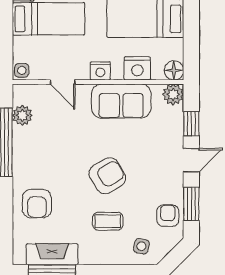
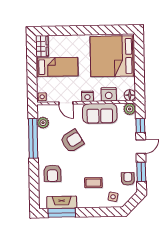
armchair: (107, 176) -> (72, 141), moved

